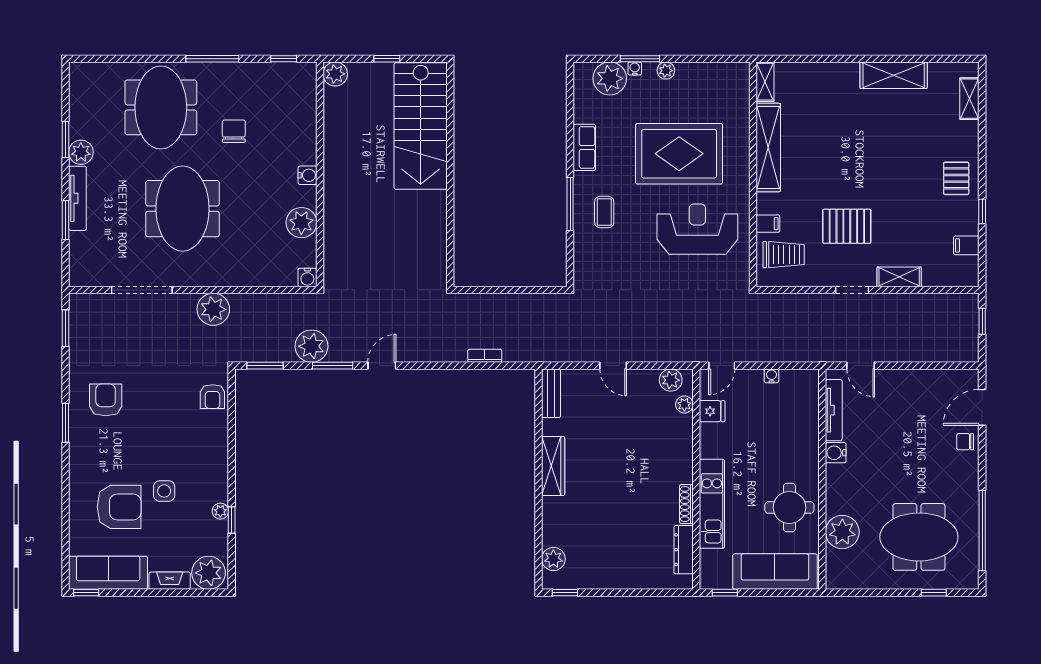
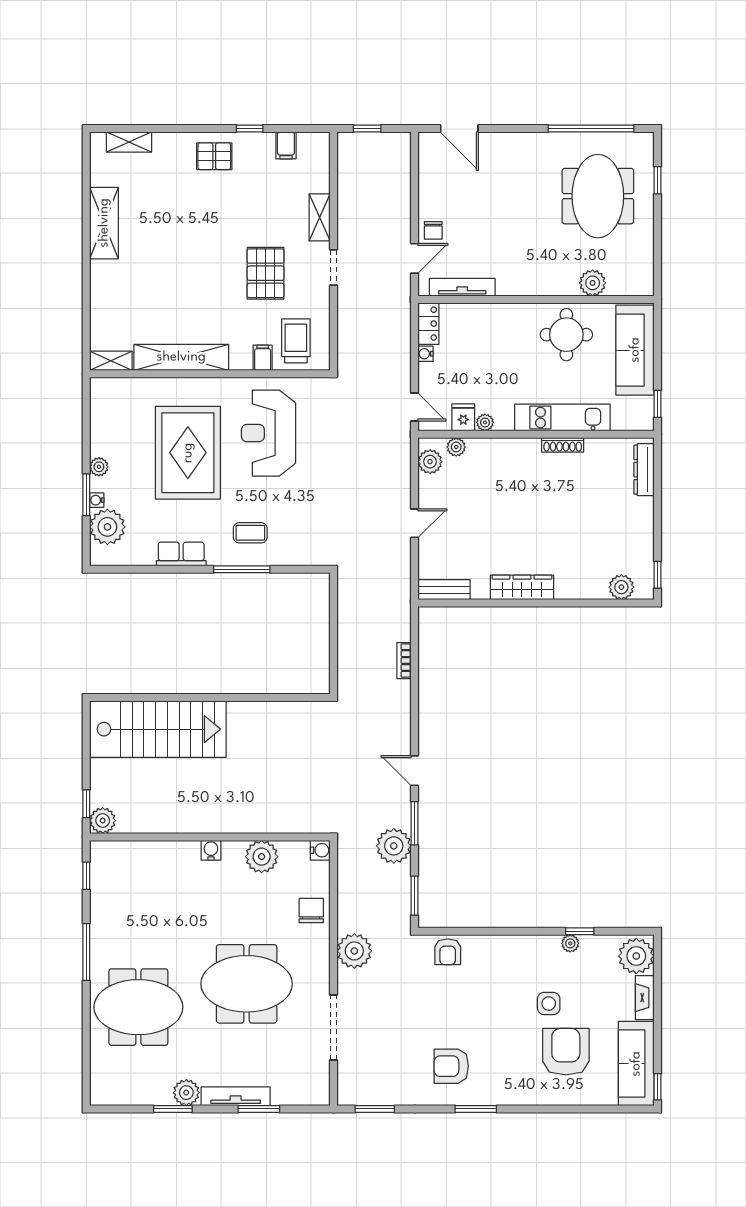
window: (387, 59) -> (86, 804), moved
chair: (234, 131) -> (311, 911), moved, turned 90
locker: (800, 379) -> (428, 324), added
armchair: (212, 397) -> (448, 952), turned 90
plant: (707, 431) -> (485, 422), added
chair: (965, 442) -> (433, 230), moved
water cooler: (836, 453) -> (508, 285), removed
plant: (842, 532) -> (593, 283), width x0.73, depth x0.73
dresser: (684, 550) -> (644, 470), moved, turned 90

